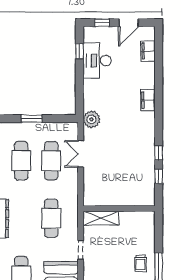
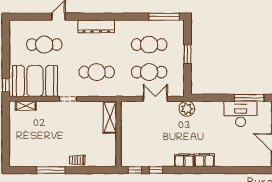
window: (79, 51) -> (249, 98), width x2.17
filing cabinet: (148, 51) -> (184, 160), moved
wall: (119, 209) -> (119, 134), moved
shelving: (101, 218) -> (110, 117), moved
trolley: (141, 263) -> (77, 160), moved

